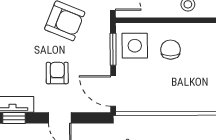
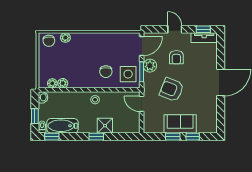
plant: (100, 59) -> (150, 66), added
door: (113, 91) -> (142, 46), hinge flipped

